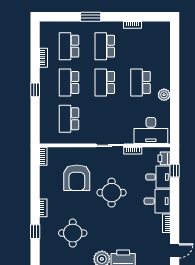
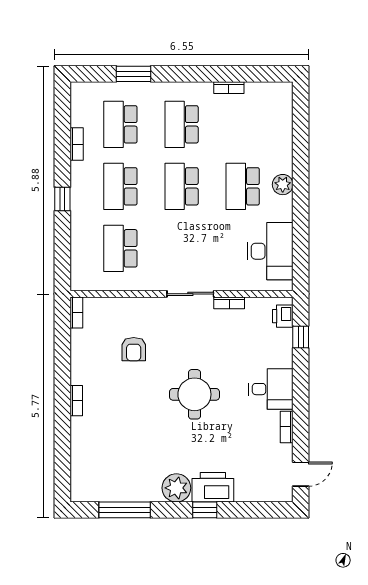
window: (91, 17) -> (134, 74), moved
plant: (164, 95) -> (283, 185), moved
desk: (151, 130) -> (270, 251), moved, turned -90
desk: (158, 177) -> (272, 348), removed
armchair: (77, 178) -> (134, 349), width x0.53, depth x0.53
round table: (112, 193) -> (194, 394), moved
window: (35, 232) -> (62, 441), removed
round table: (73, 233) -> (127, 444), removed

